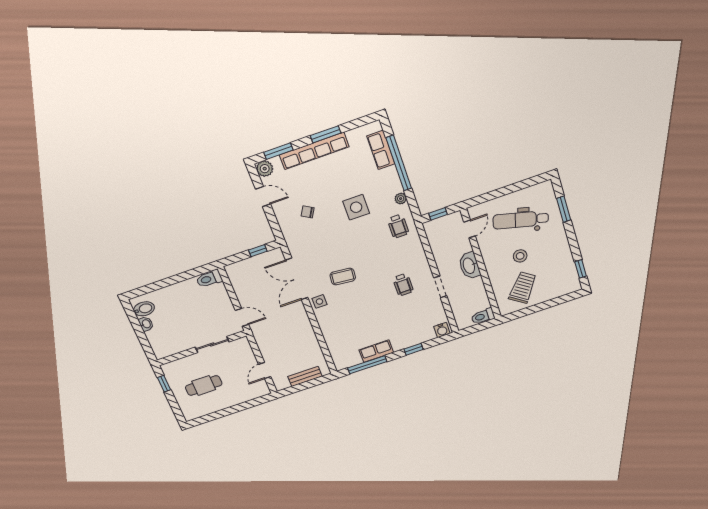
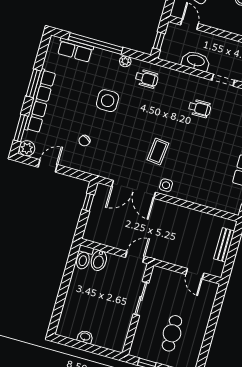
washbasin: (469, 266) -> (196, 61), moved, turned 180
bidet: (144, 309) -> (99, 260), moved, turned 180

